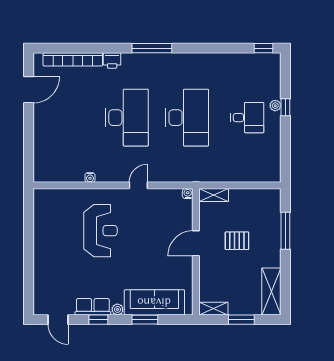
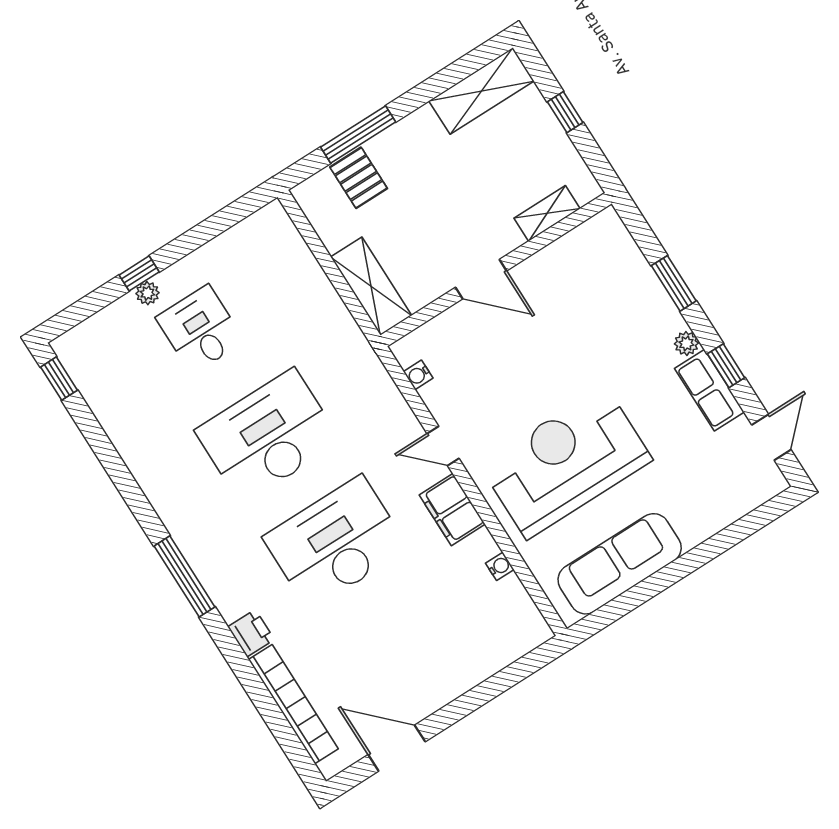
filing cabinet: (110, 173) -> (452, 510), added
water cooler: (90, 178) -> (500, 566), moved
water cooler: (188, 194) -> (418, 375), moved
shelving: (214, 195) -> (371, 286), width x1.50, depth x1.33
reception desk: (100, 231) -> (566, 462), width x1.36, depth x1.30
pallet: (237, 241) -> (359, 178), moved
sofa: (154, 302) -> (620, 564), moved, turned 90
shelving: (213, 309) -> (547, 213), moved, turned 90
window: (241, 320) -> (565, 112), width x0.67

